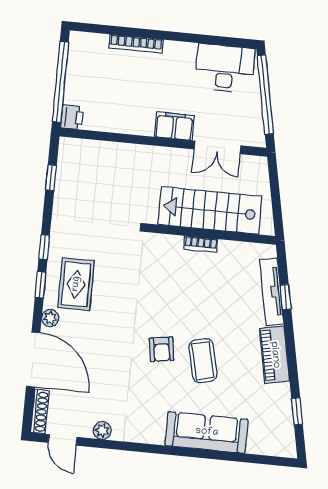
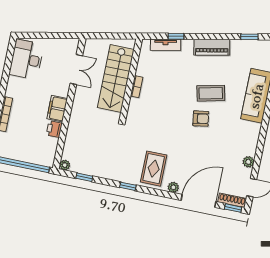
window: (265, 95) -> (46, 35), removed
printer: (72, 117) -> (54, 129), moved, turned -90
filing cabinet: (174, 126) -> (57, 109), moved
plant: (67, 145) -> (65, 165), added
rug: (76, 284) -> (154, 169), turned 90
window: (40, 285) -> (233, 208), moved
tv unit: (272, 292) -> (166, 45), width x0.71

